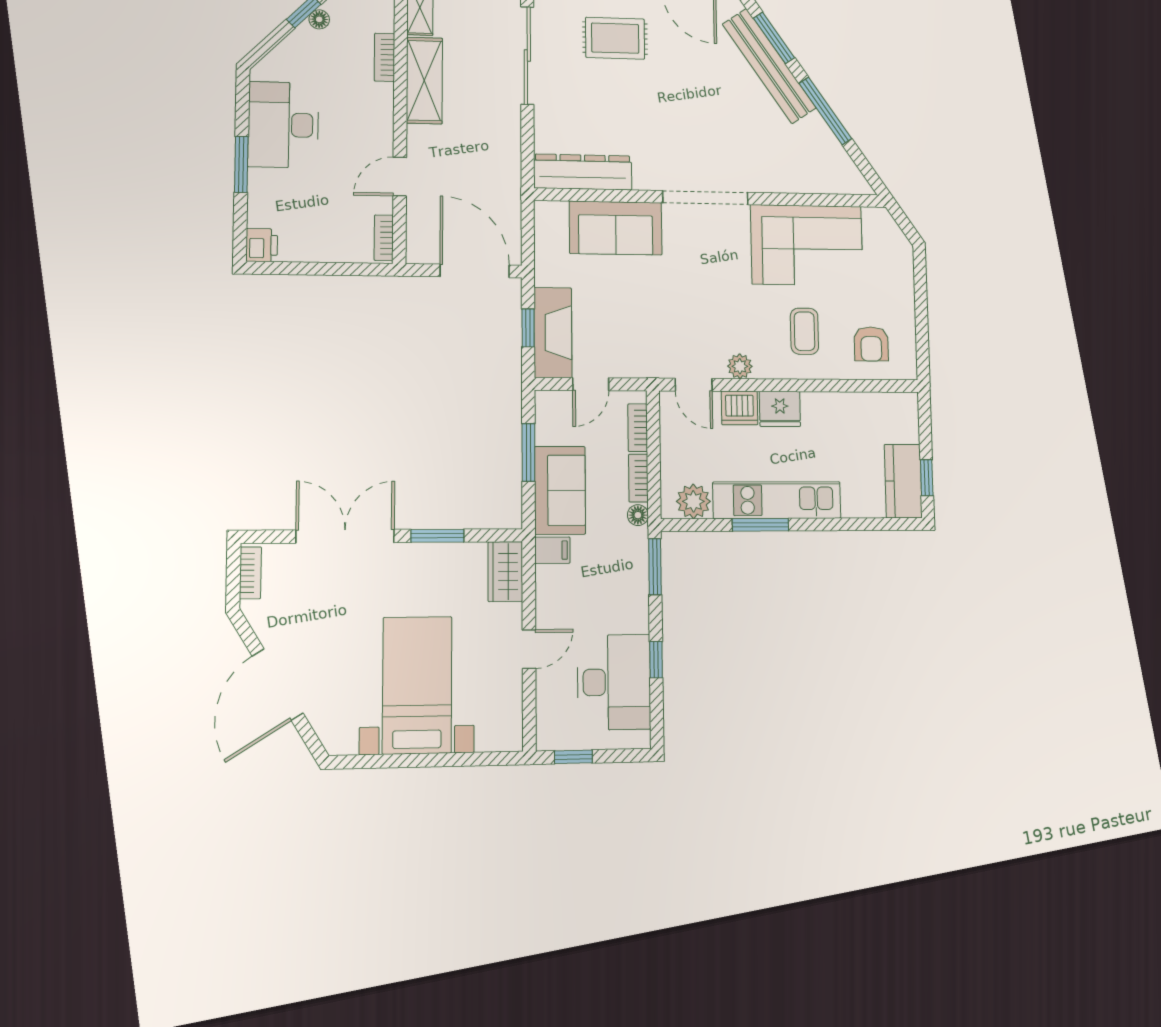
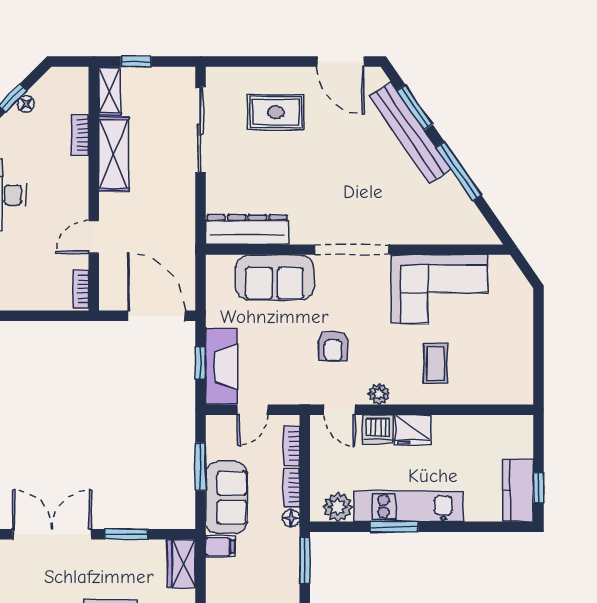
armchair: (871, 344) -> (333, 346), moved

